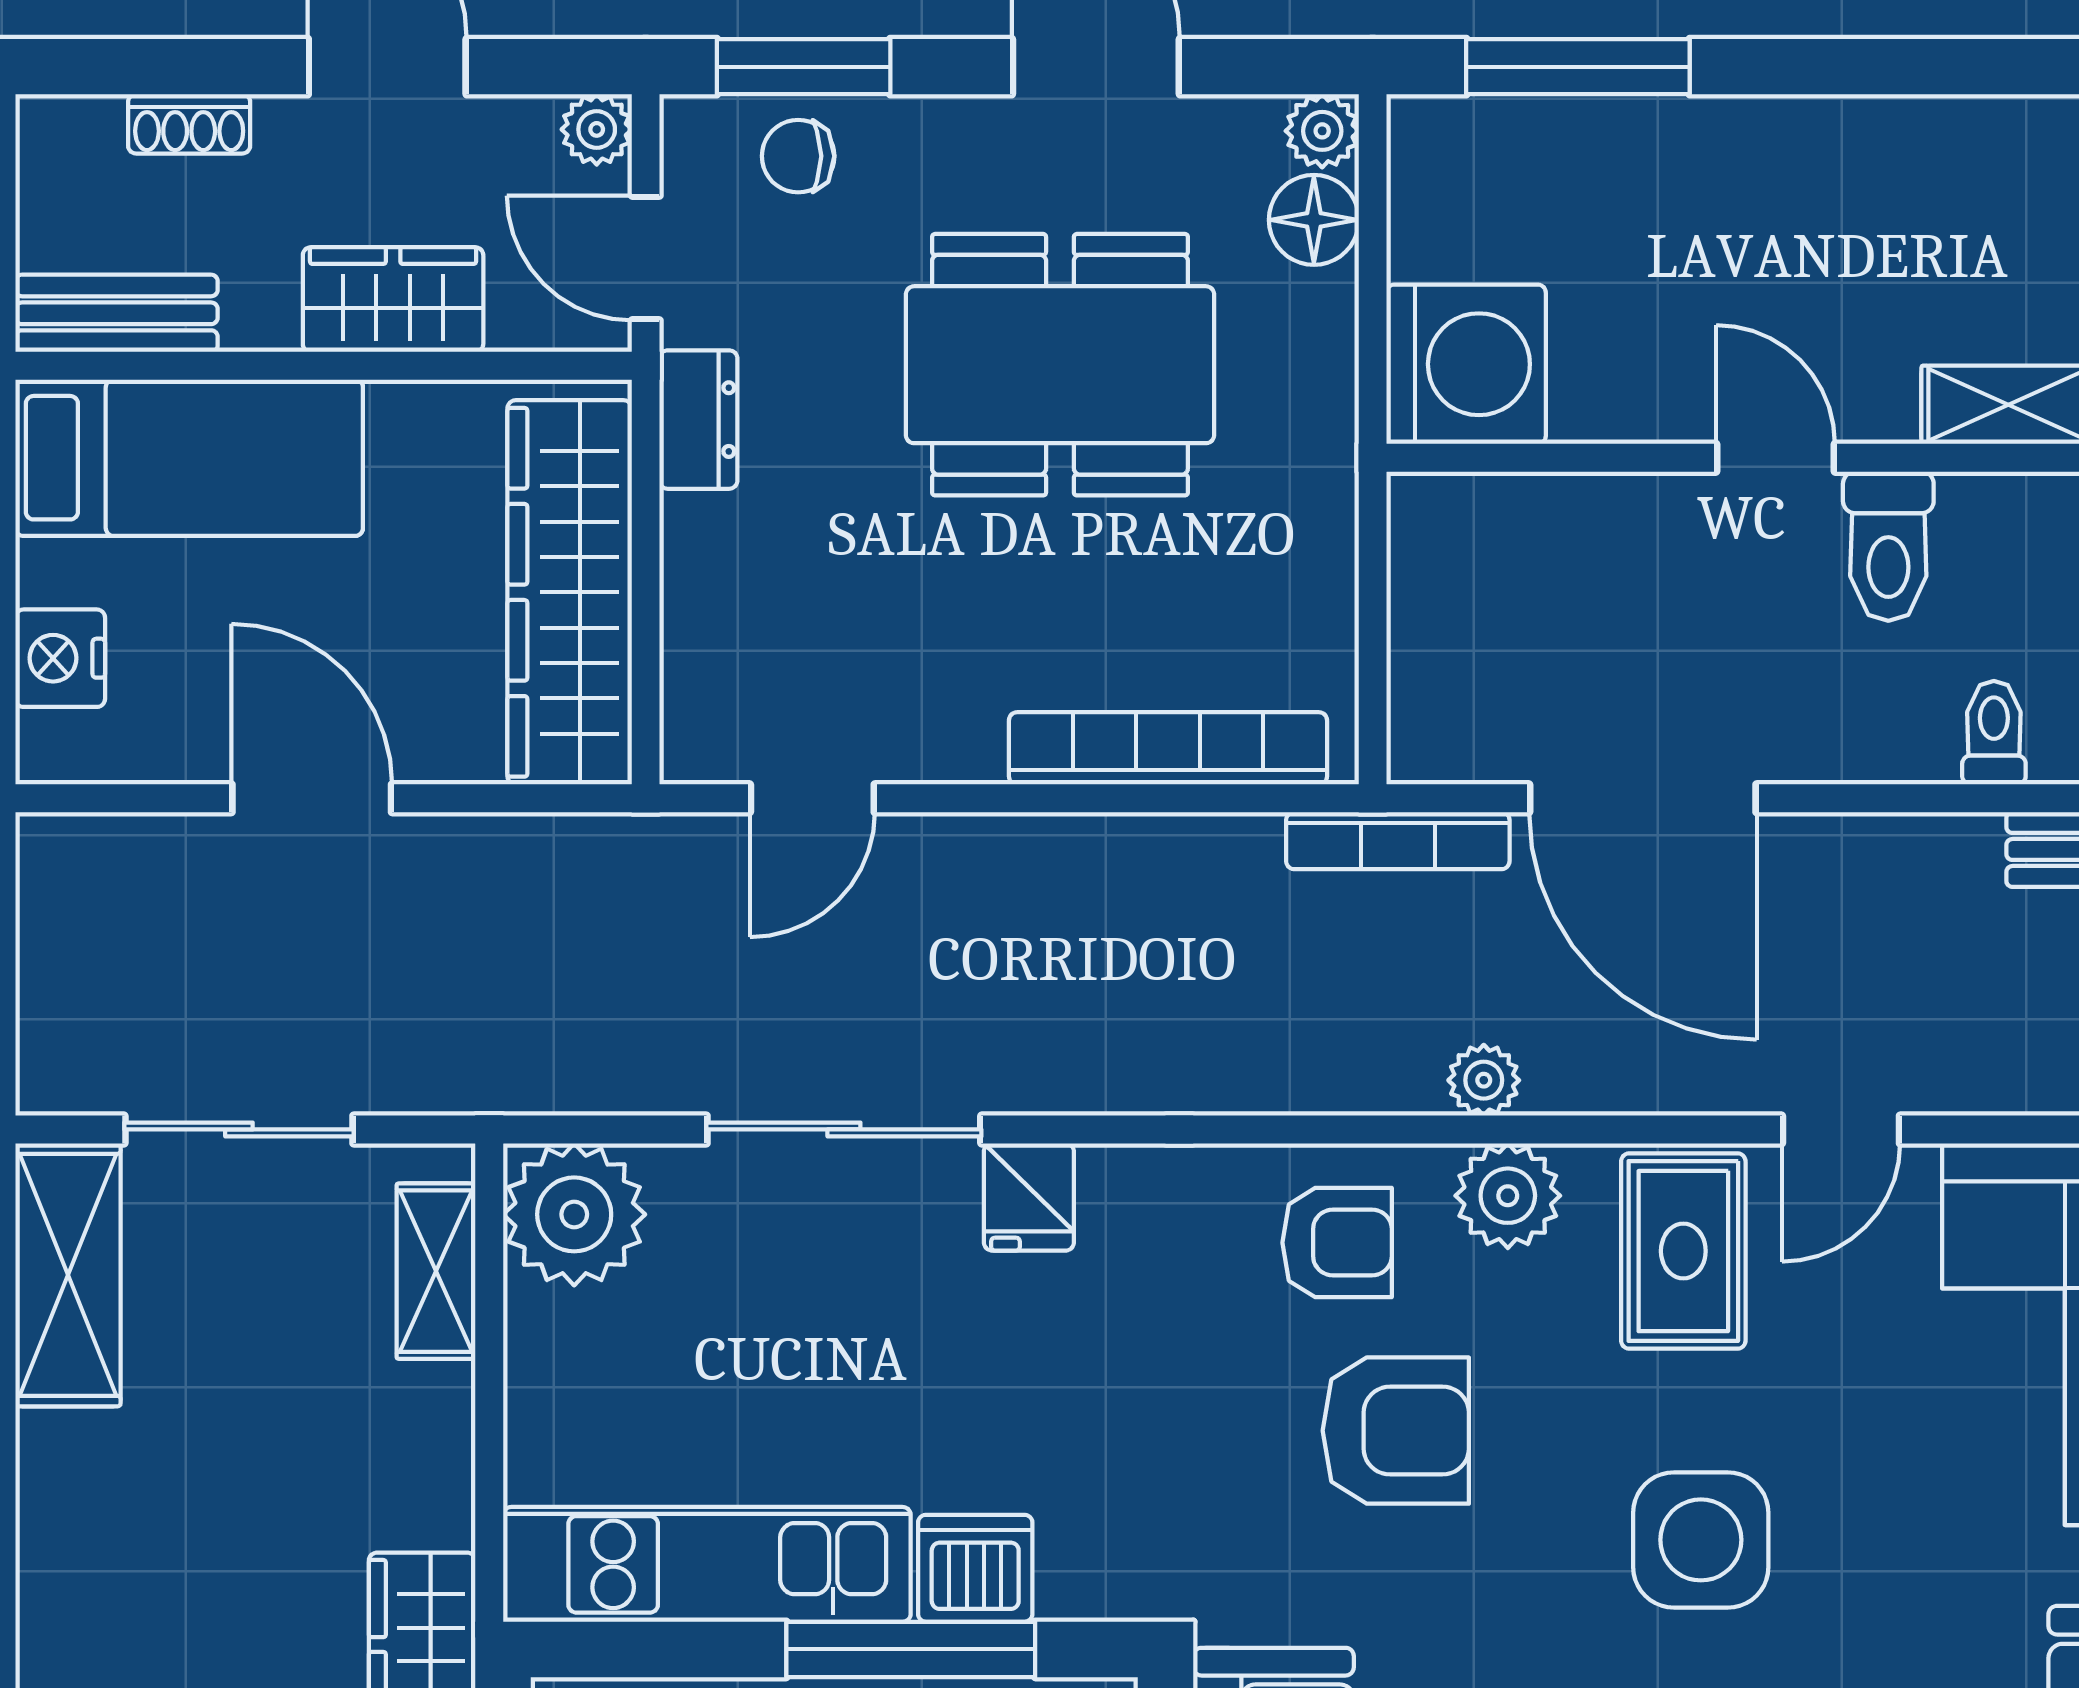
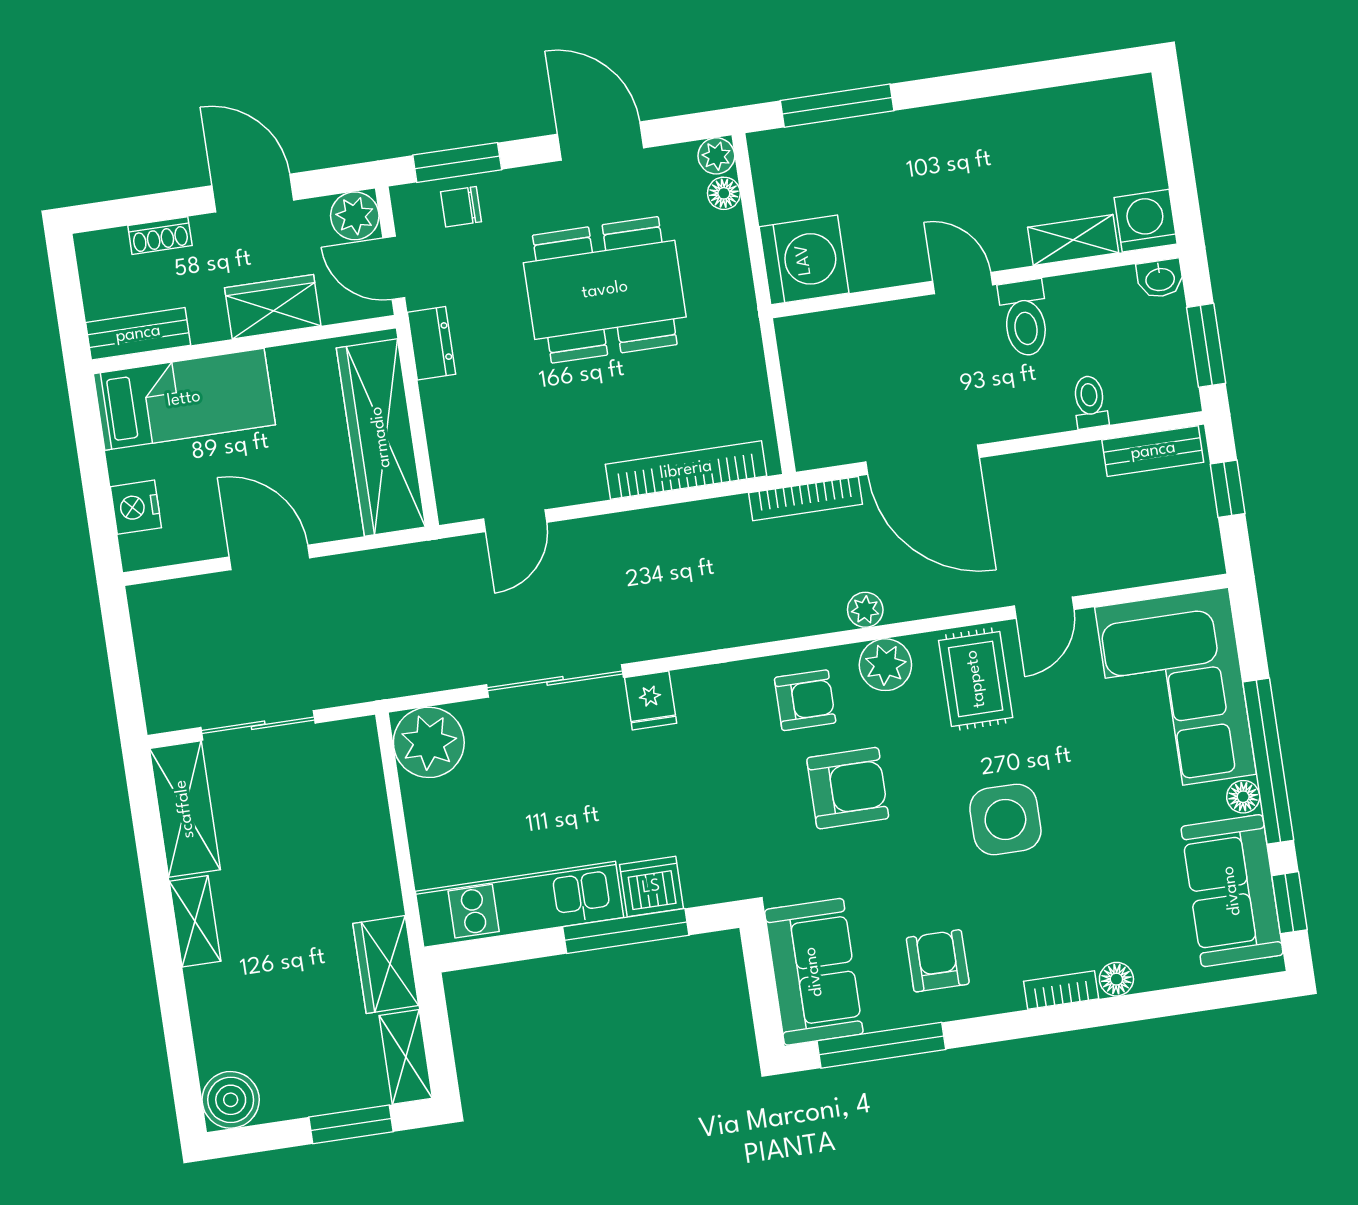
plant: (597, 129) -> (355, 216), width x1.38, depth x1.38
floor lamp: (1314, 220) -> (724, 193), width x0.73, depth x0.73
shelving: (436, 1271) -> (195, 921), moved

